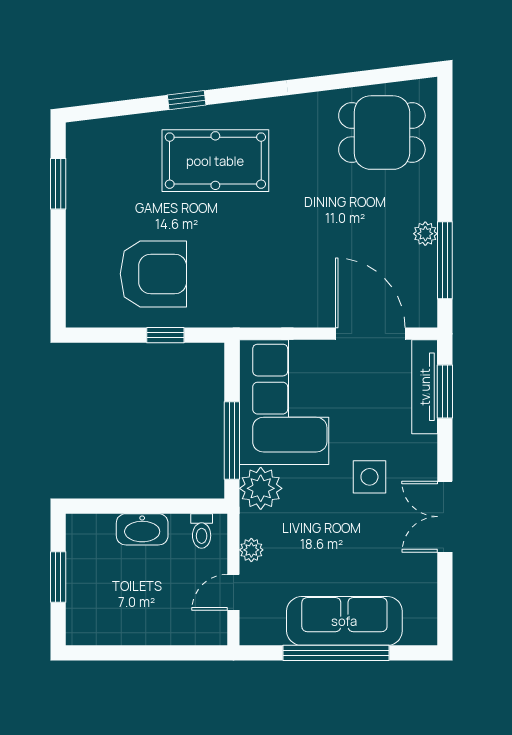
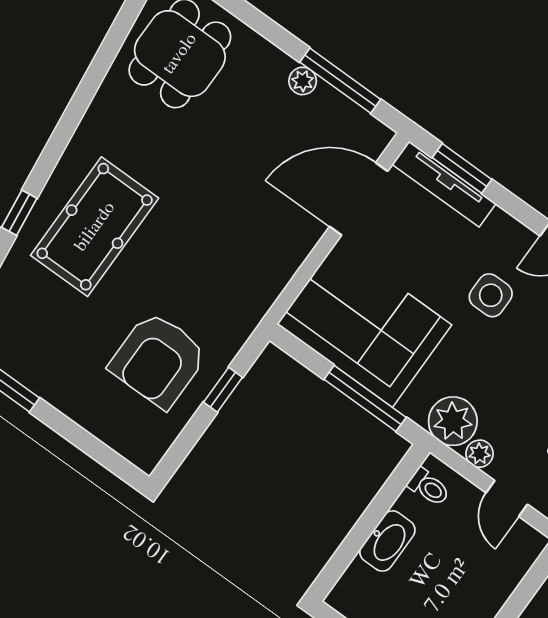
armchair: (153, 274) -> (158, 360), turned 180
plant: (261, 488) -> (453, 421), moved

